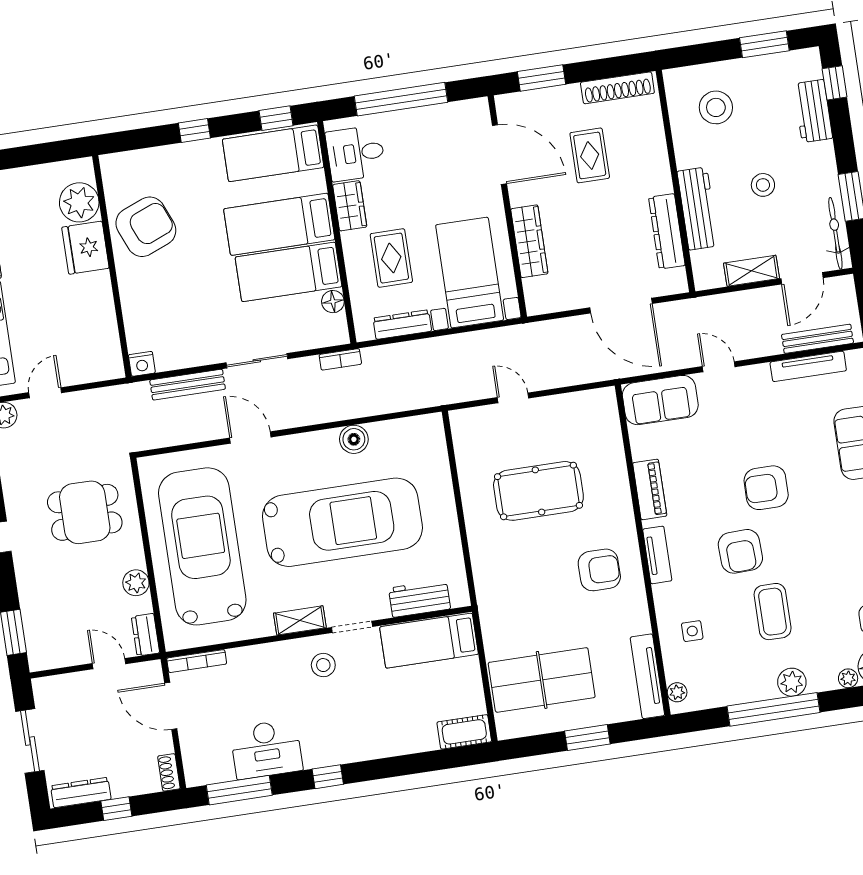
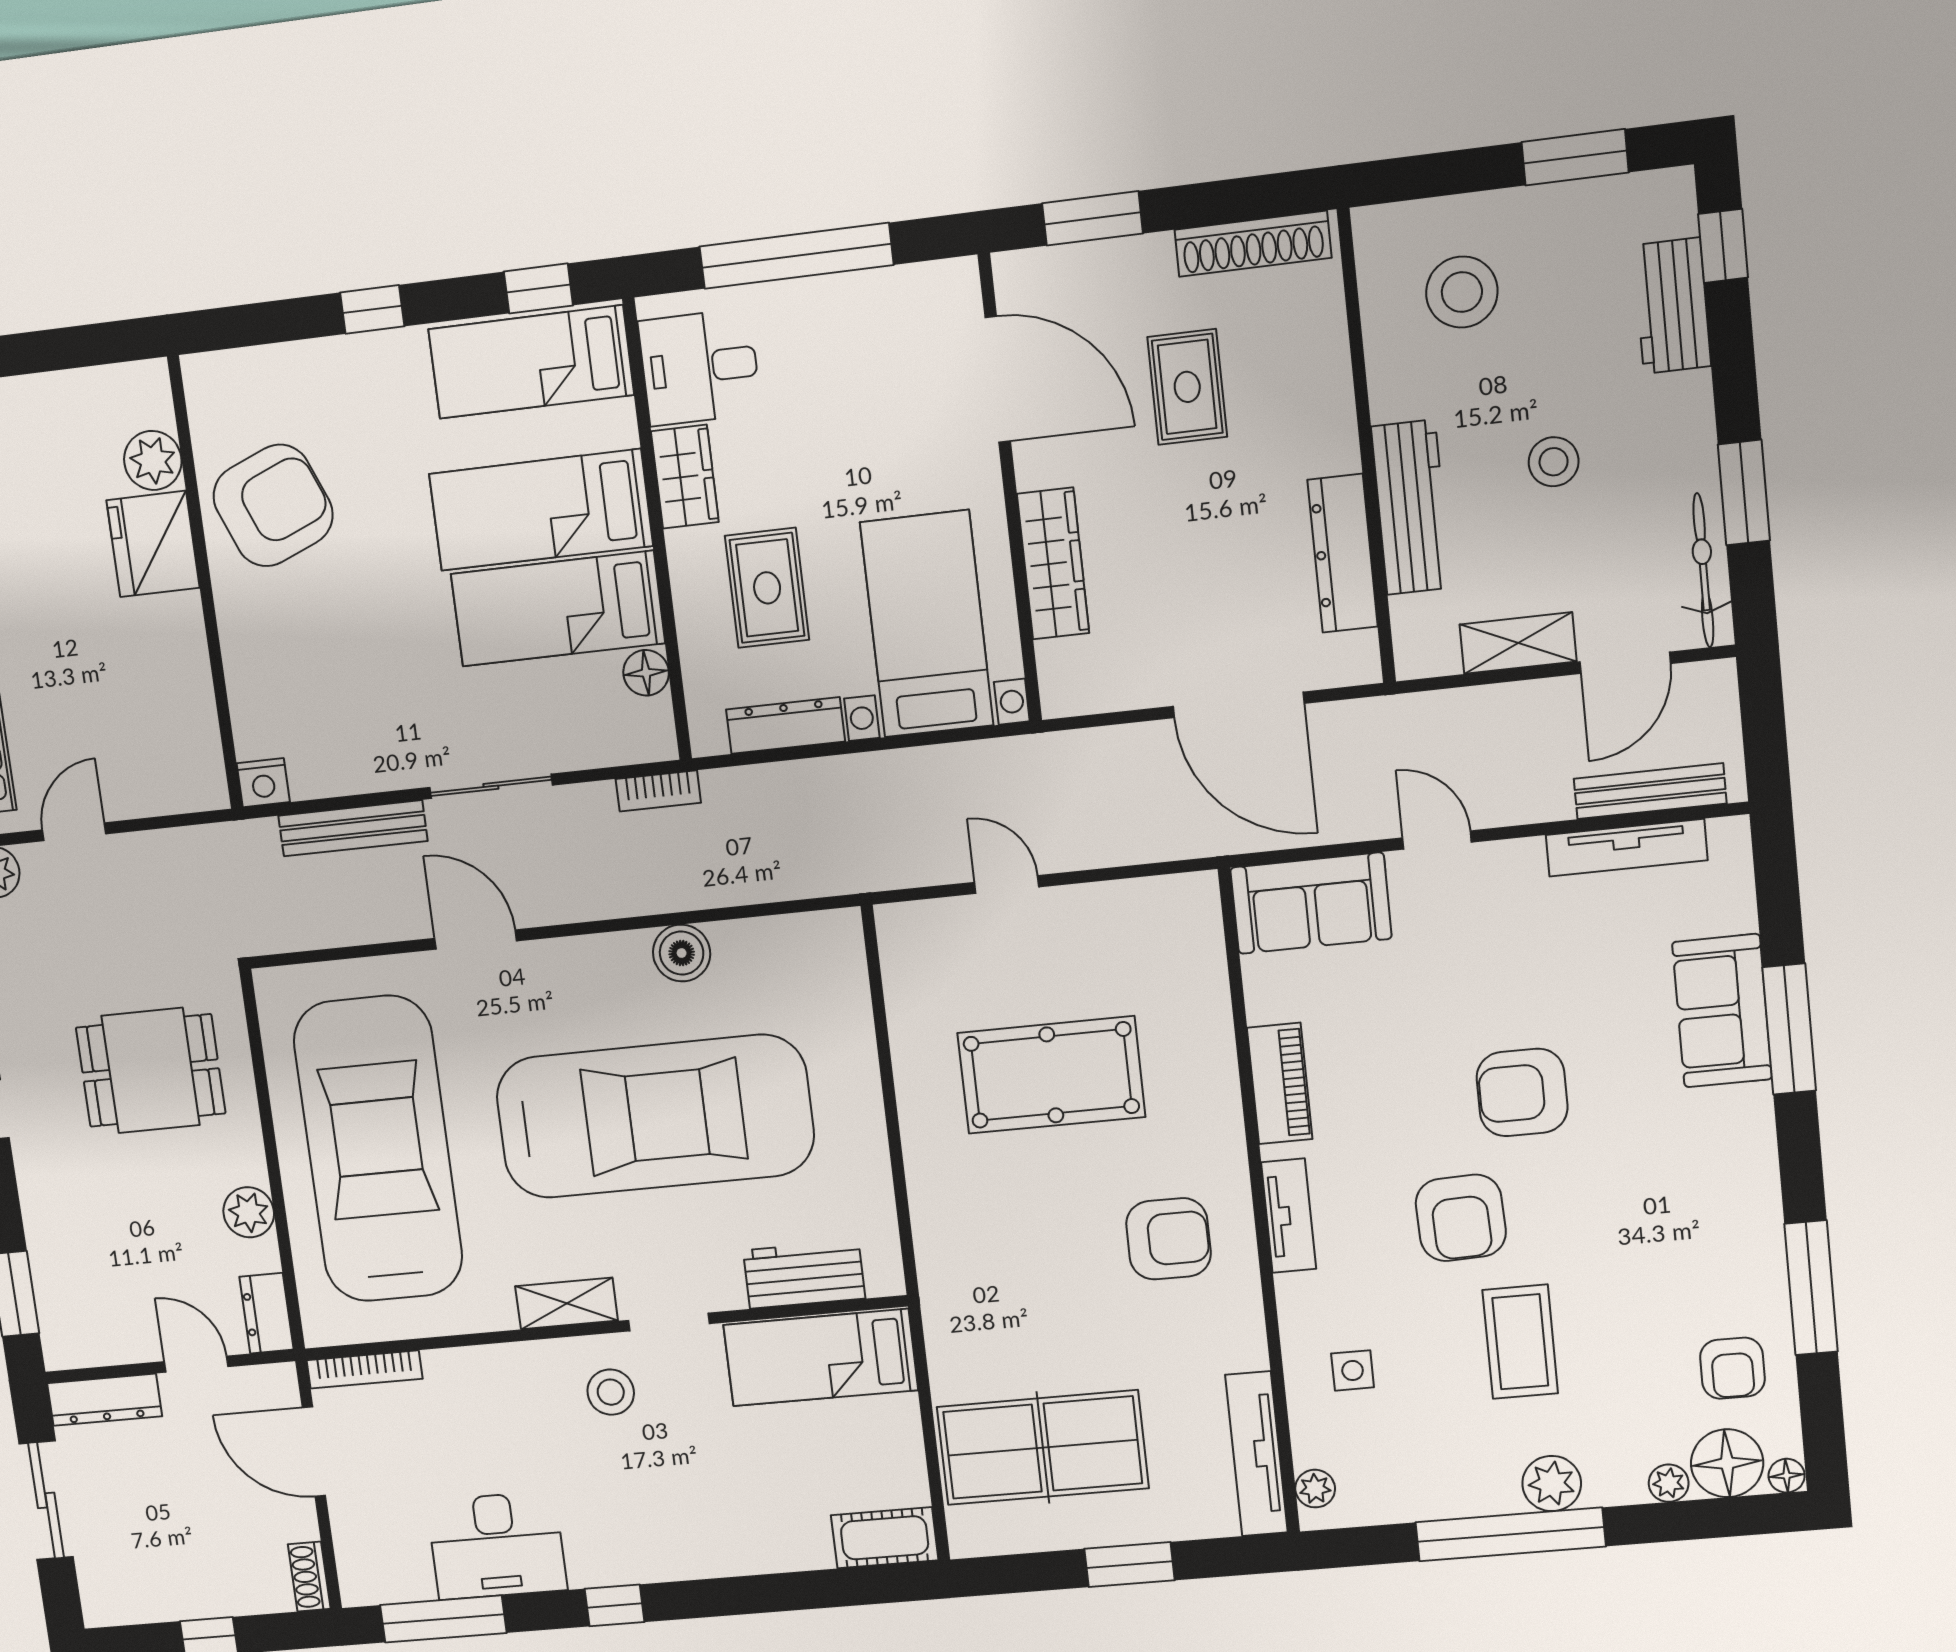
plant: (79, 202) -> (153, 460), width x0.73, depth x0.73
dresser: (81, 793) -> (105, 1400), moved, turned 180

